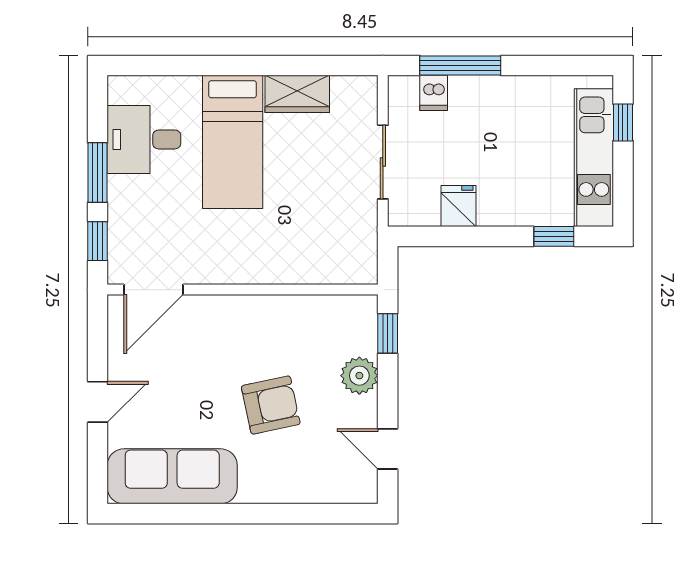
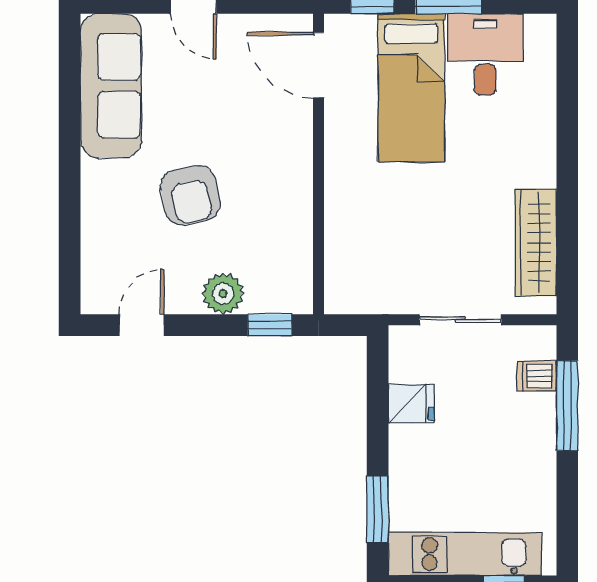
wardrobe: (297, 94) -> (536, 243), width x1.50
bed: (233, 142) -> (411, 88), moved, turned -90
window: (554, 236) -> (378, 510), width x1.50

